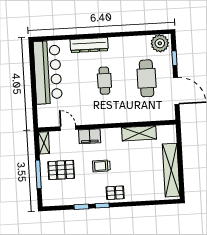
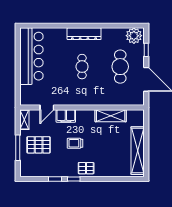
dresser: (89, 45) -> (84, 34), moved
door: (68, 128) -> (47, 108), swing flipped

